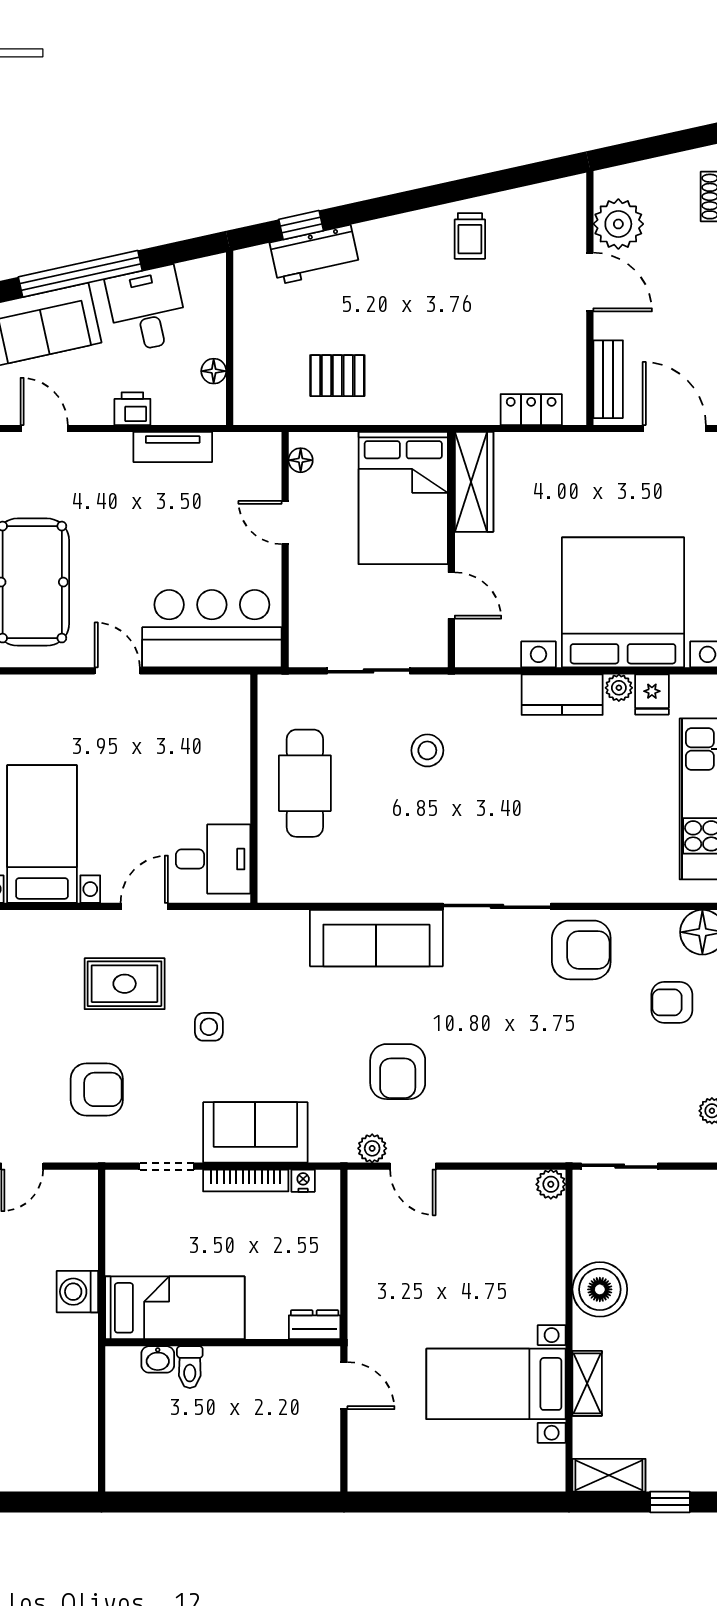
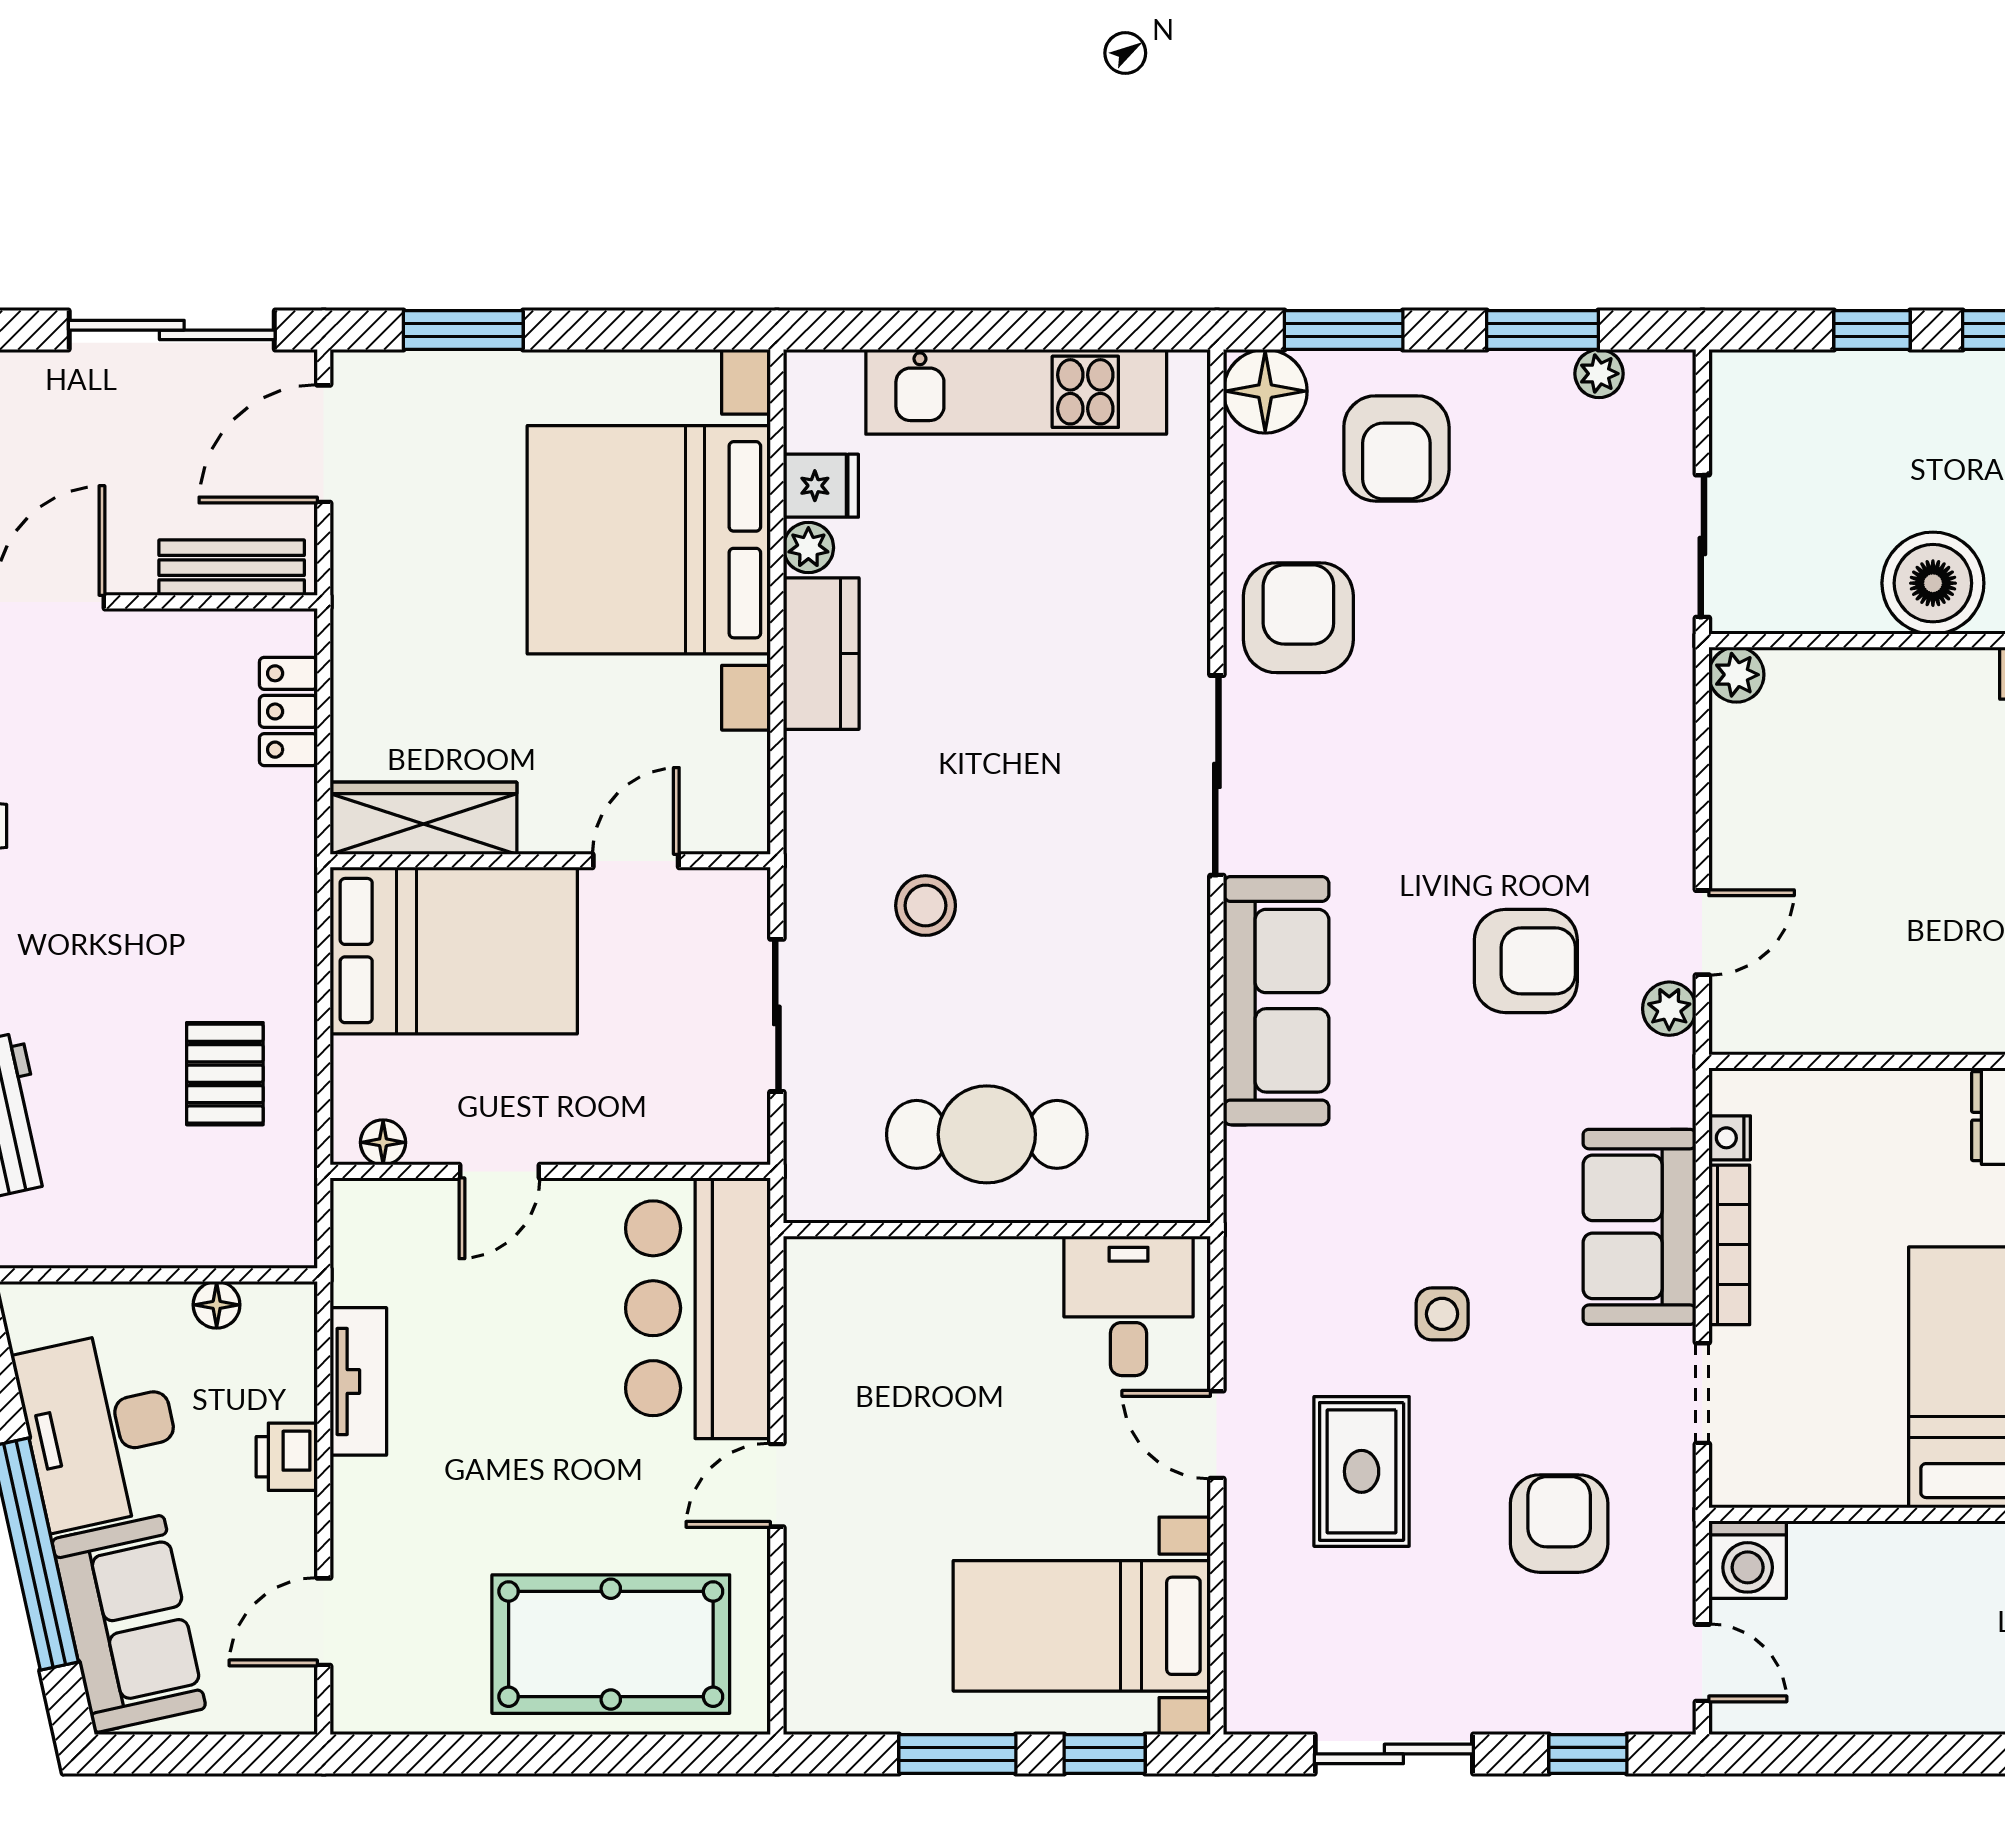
desk: (147, 309) -> (101, 1429), width x1.37
armchair: (672, 1002) -> (1396, 448), width x1.38, depth x1.38
washing machine: (77, 1292) -> (1748, 1560), moved

